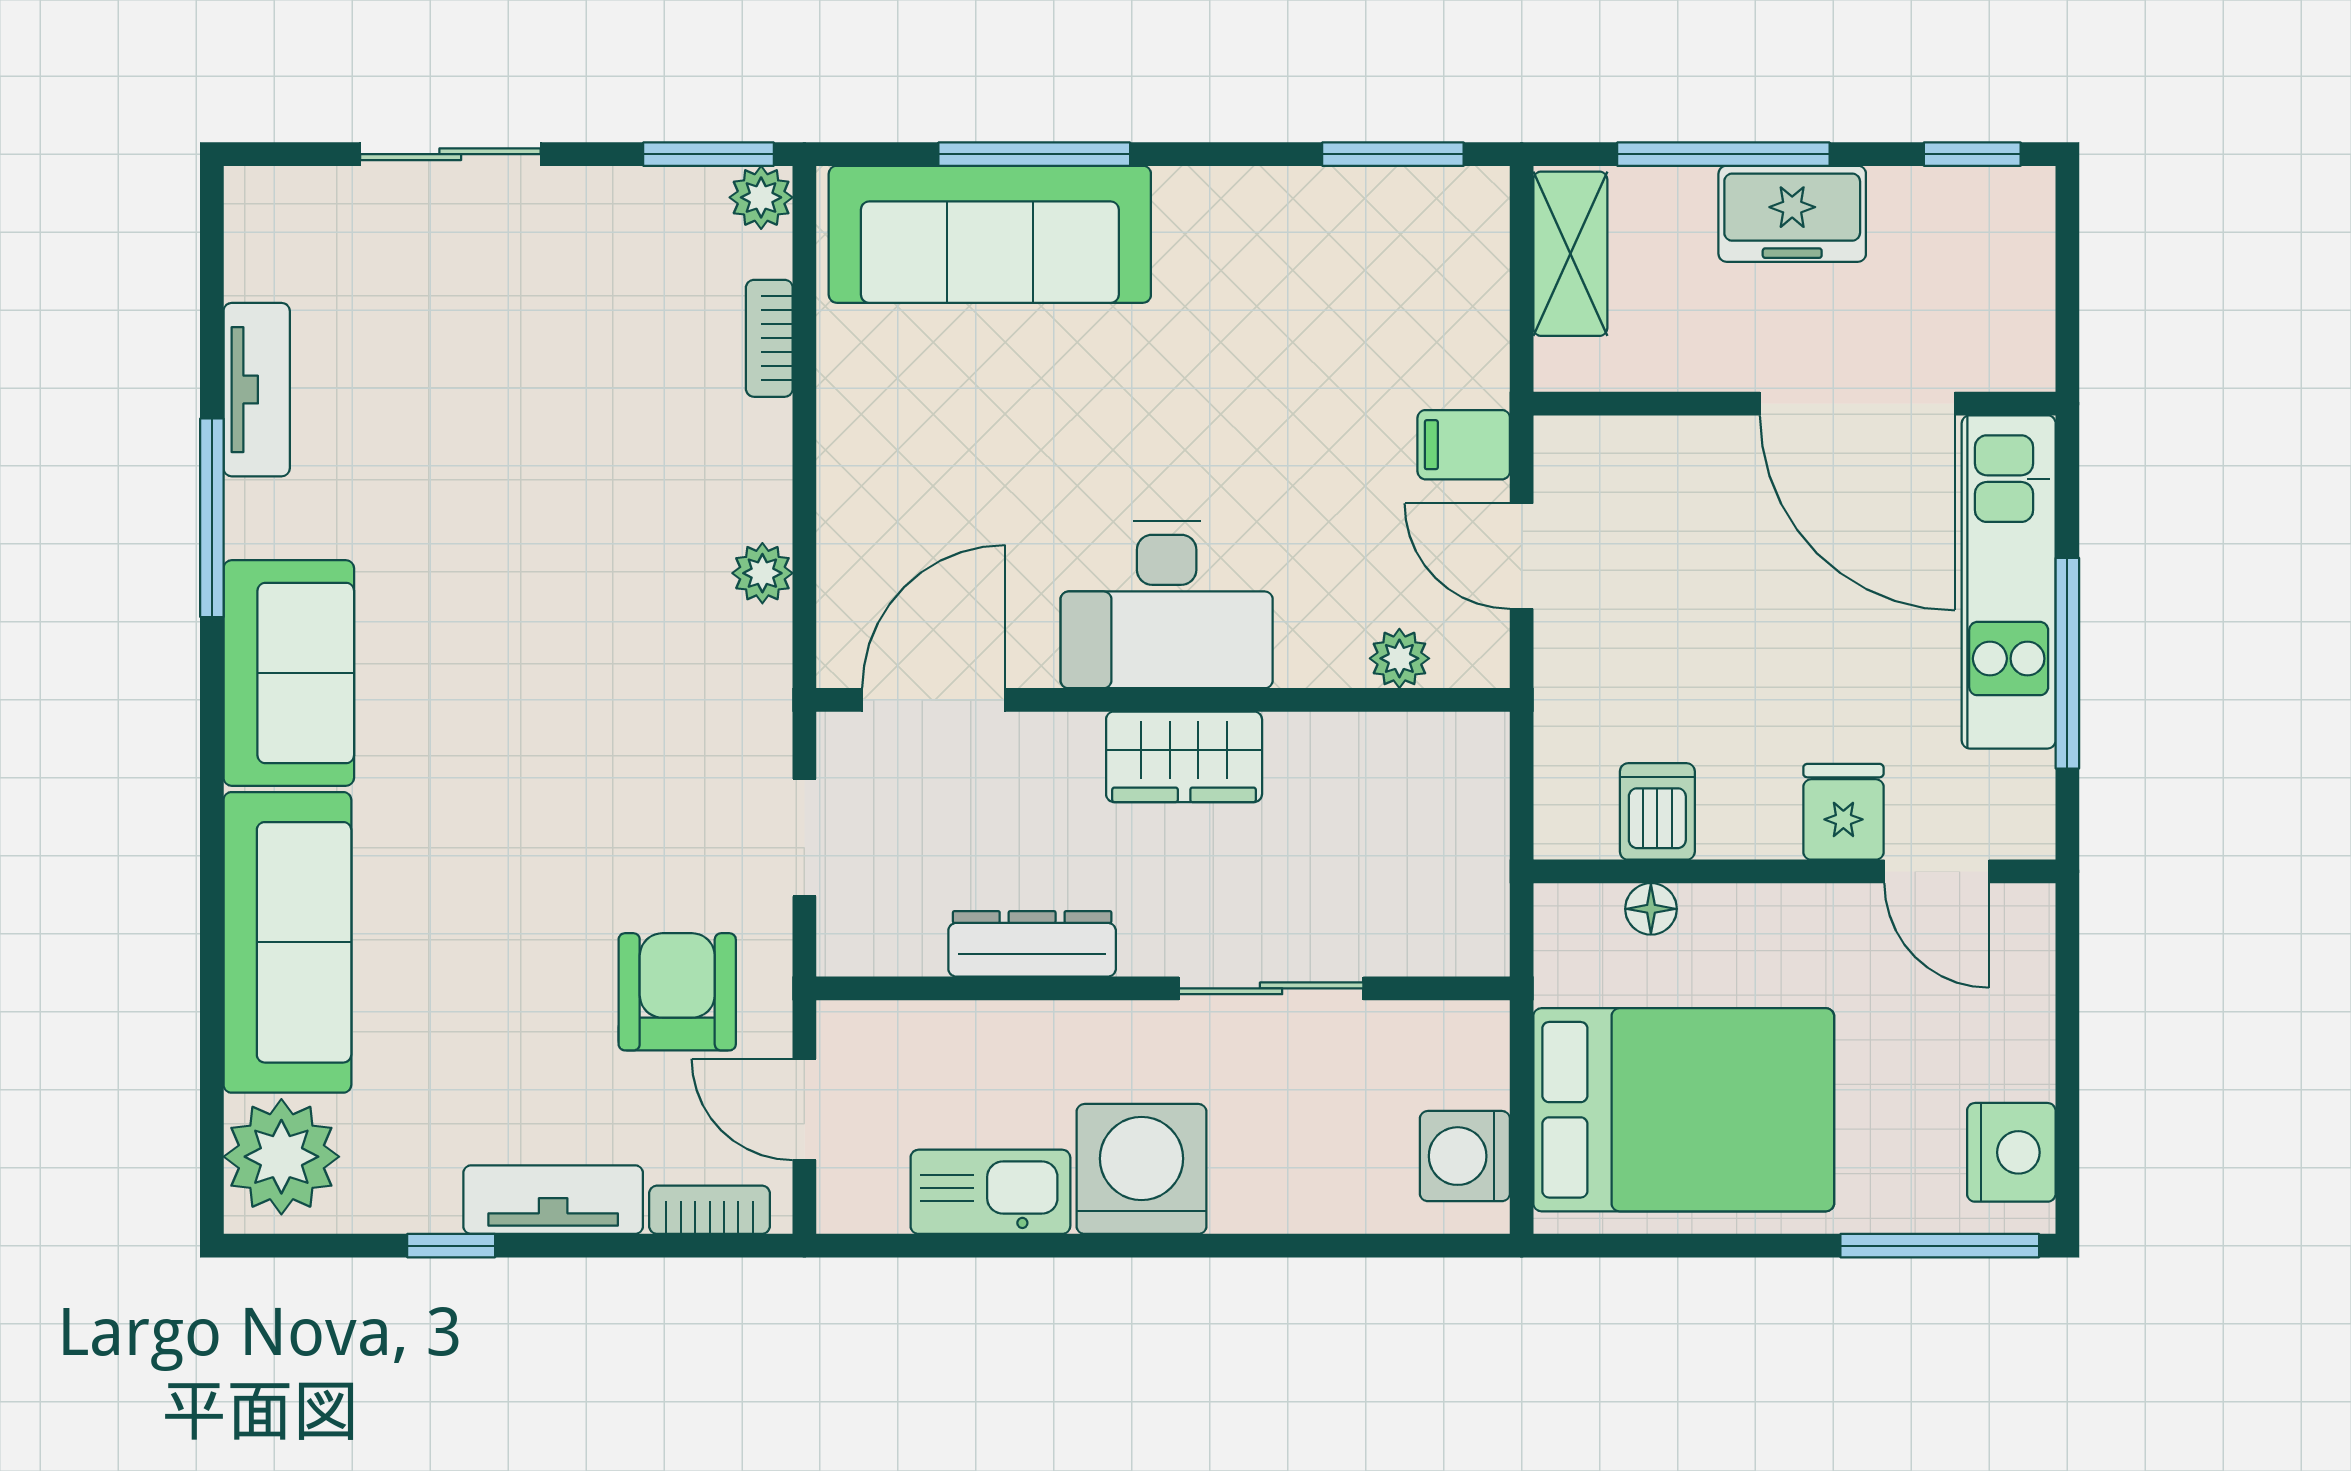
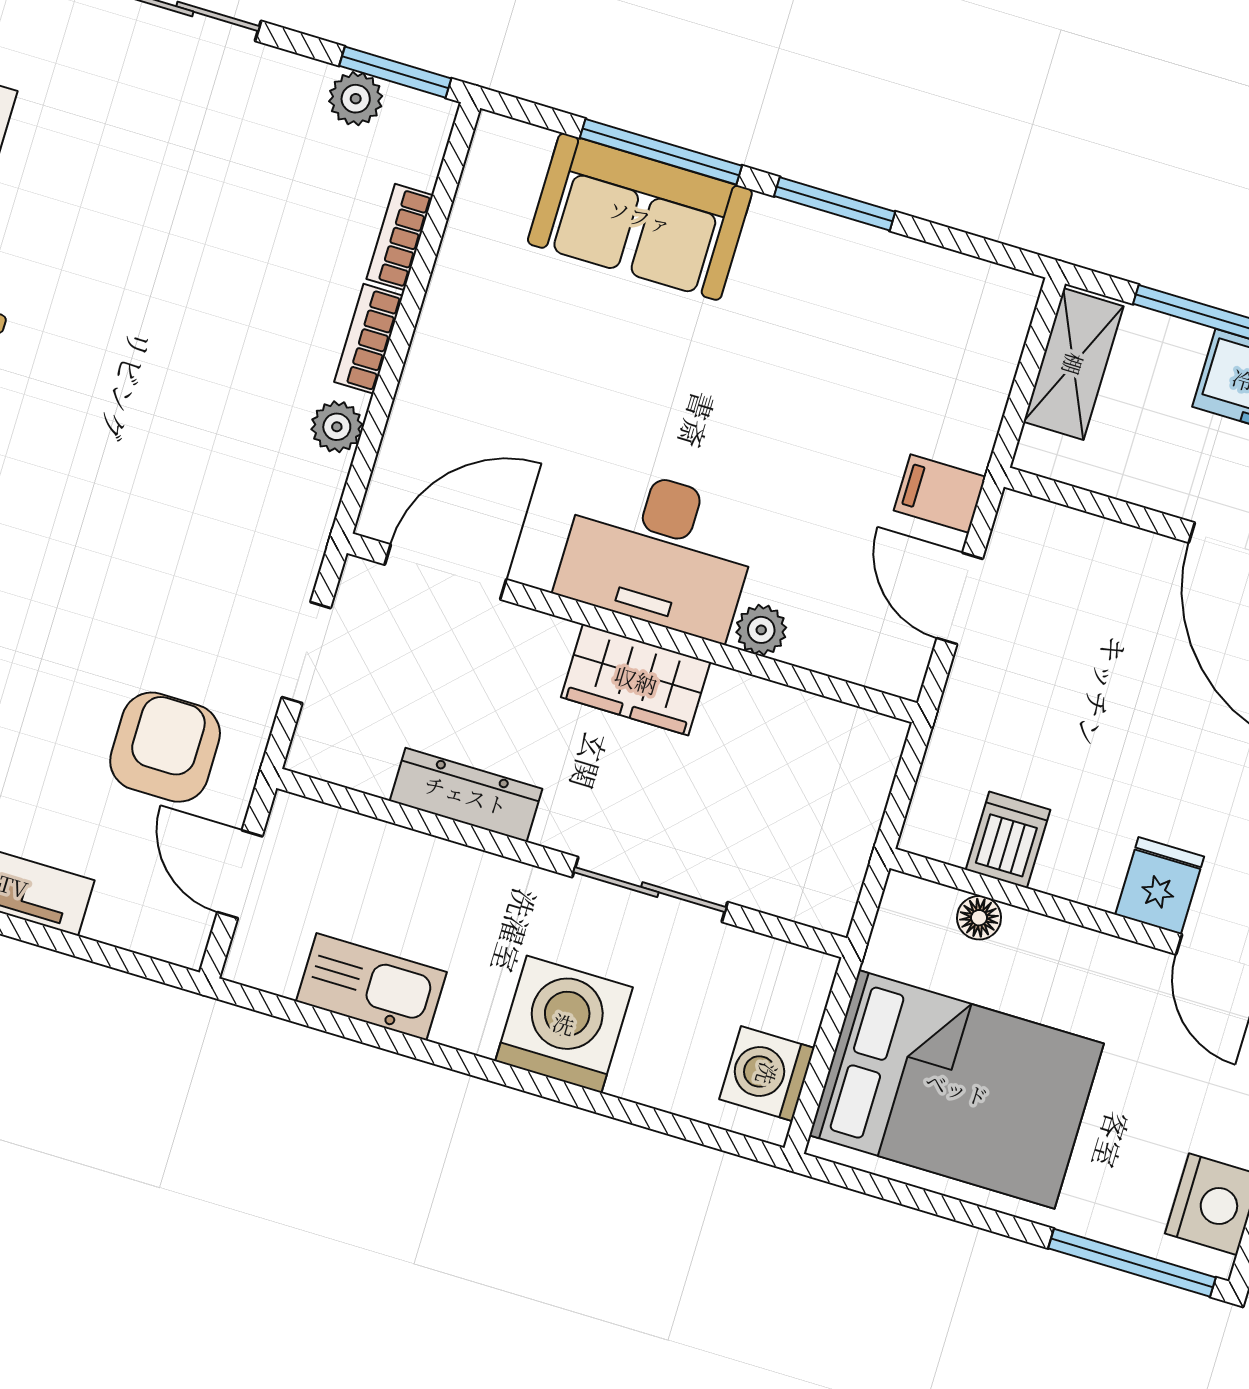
window: (1393, 154) -> (835, 204), moved
plant: (761, 197) -> (356, 99), moved
sofa: (990, 234) -> (640, 217), width x0.73
plant: (1399, 658) -> (761, 630), moved
washing machine: (1141, 1169) -> (564, 1024), moved
bookcase: (710, 1210) -> (369, 339), moved, turned -90

